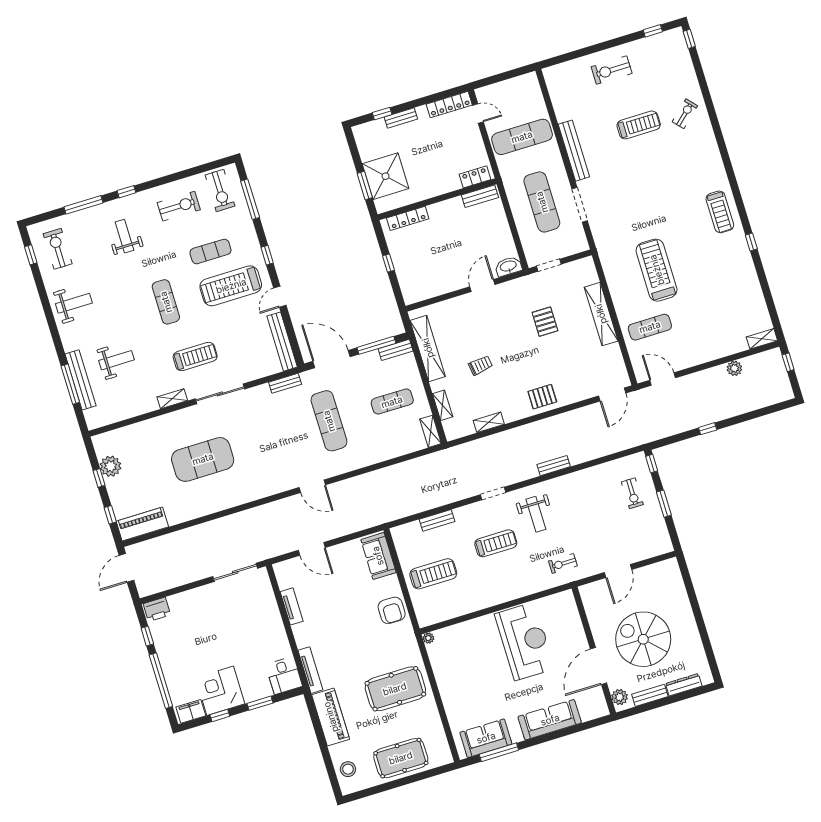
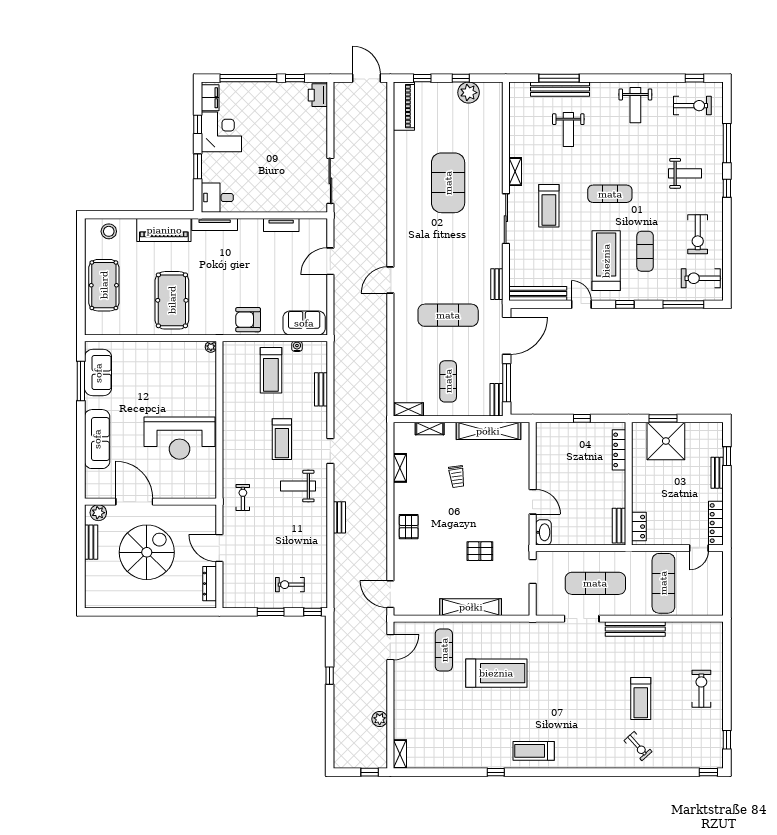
water cooler: (403, 556) -> (297, 346), added
dresser: (684, 685) -> (210, 584), moved, turned 180

